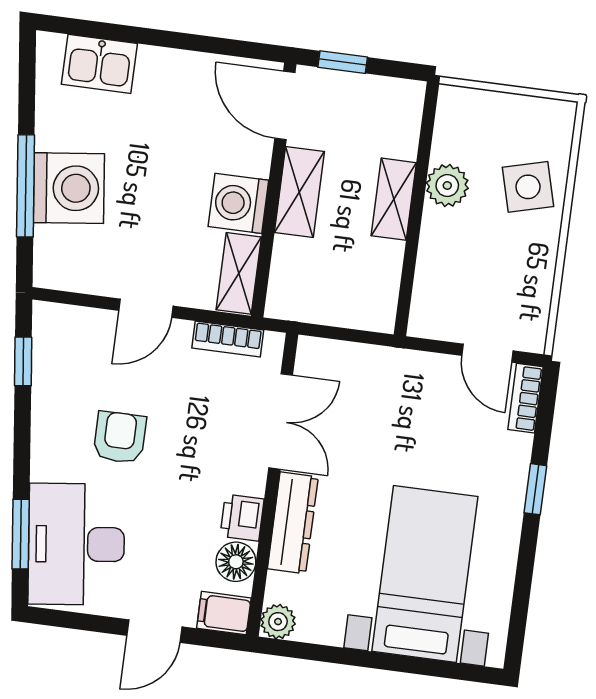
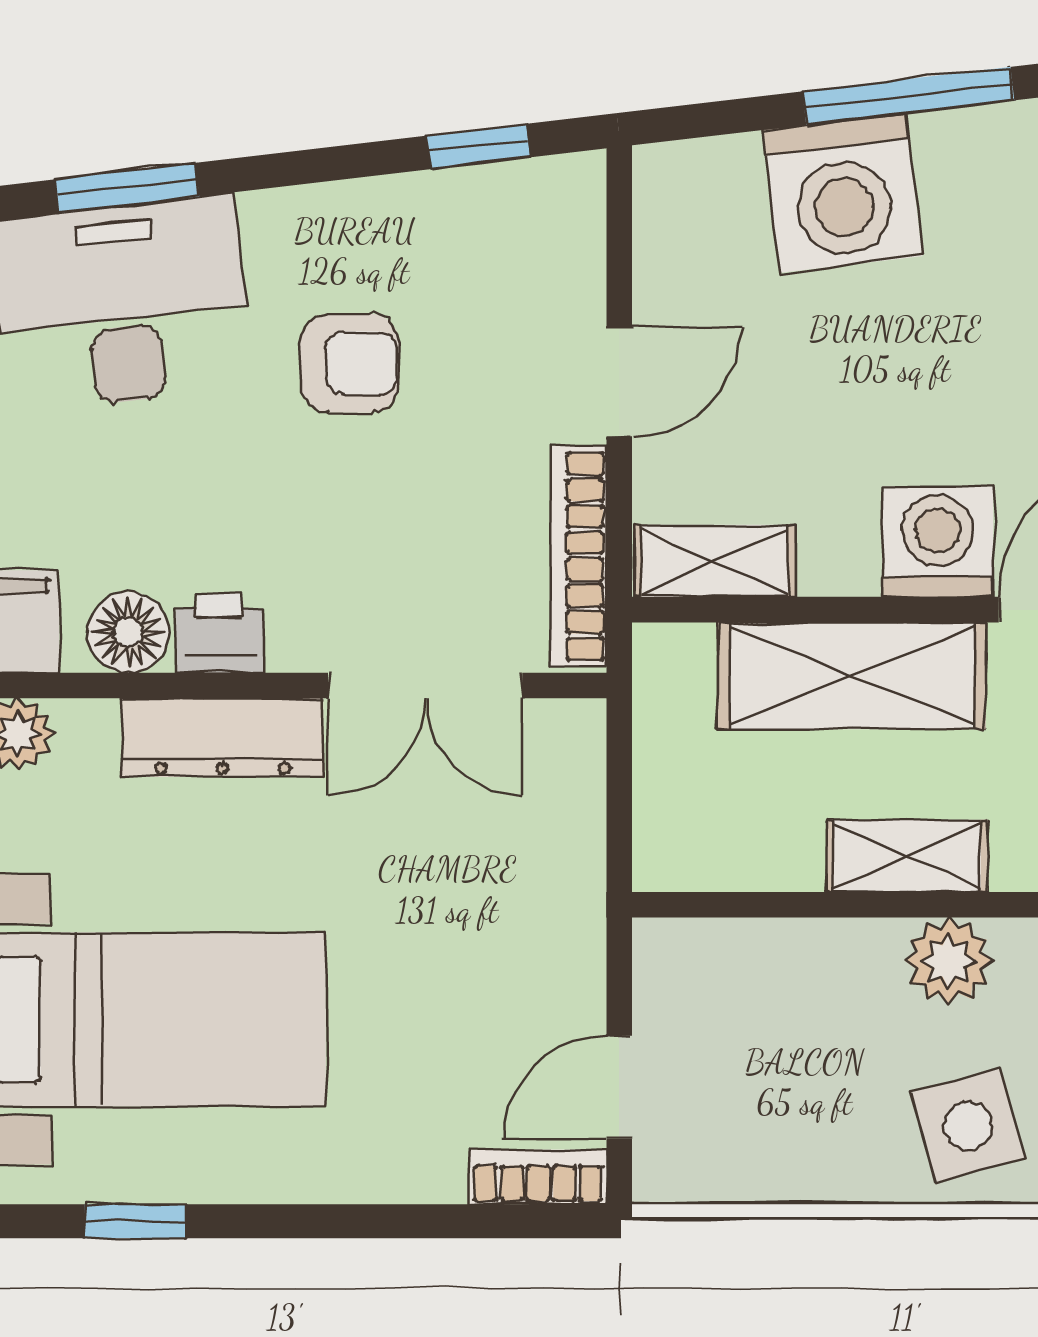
window: (26, 186) -> (908, 96), moved
shelving: (299, 192) -> (852, 676), width x1.50, depth x1.33
washing machine: (238, 203) -> (938, 542), moved
door: (146, 308) -> (619, 382), swing flipped
bookcase: (228, 339) -> (578, 556), width x1.56
window: (535, 489) -> (135, 1221), moved

